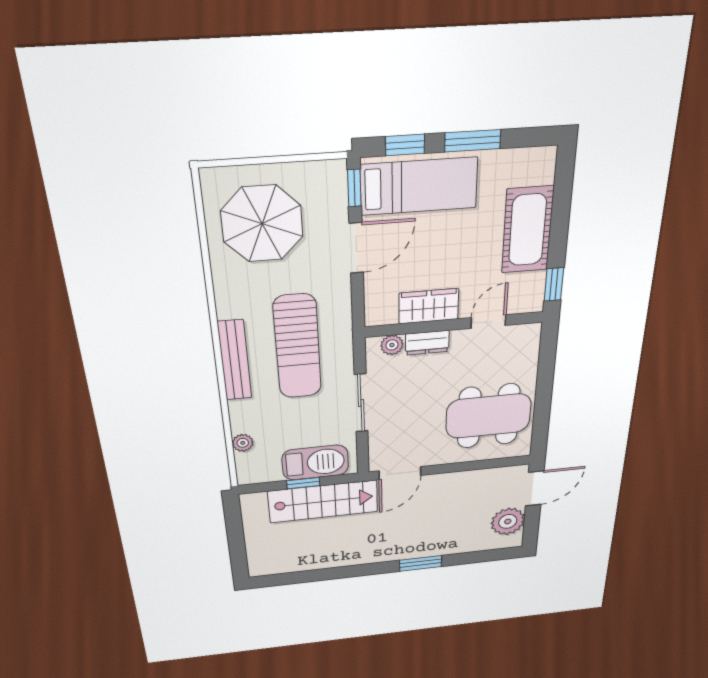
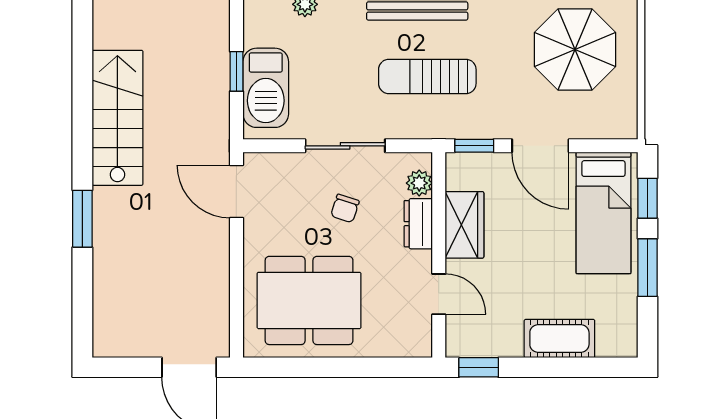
window: (354, 188) -> (474, 146), moved
cot: (528, 230) -> (559, 339), width x0.73, depth x0.75
sun lounger: (297, 347) -> (427, 76), width x0.73, depth x0.75
chair: (414, 398) -> (345, 208), added
dining table: (488, 416) -> (309, 300), turned 90
stairs: (323, 501) -> (117, 118), moved, turned 180
plant: (508, 521) -> (139, 335), removed

